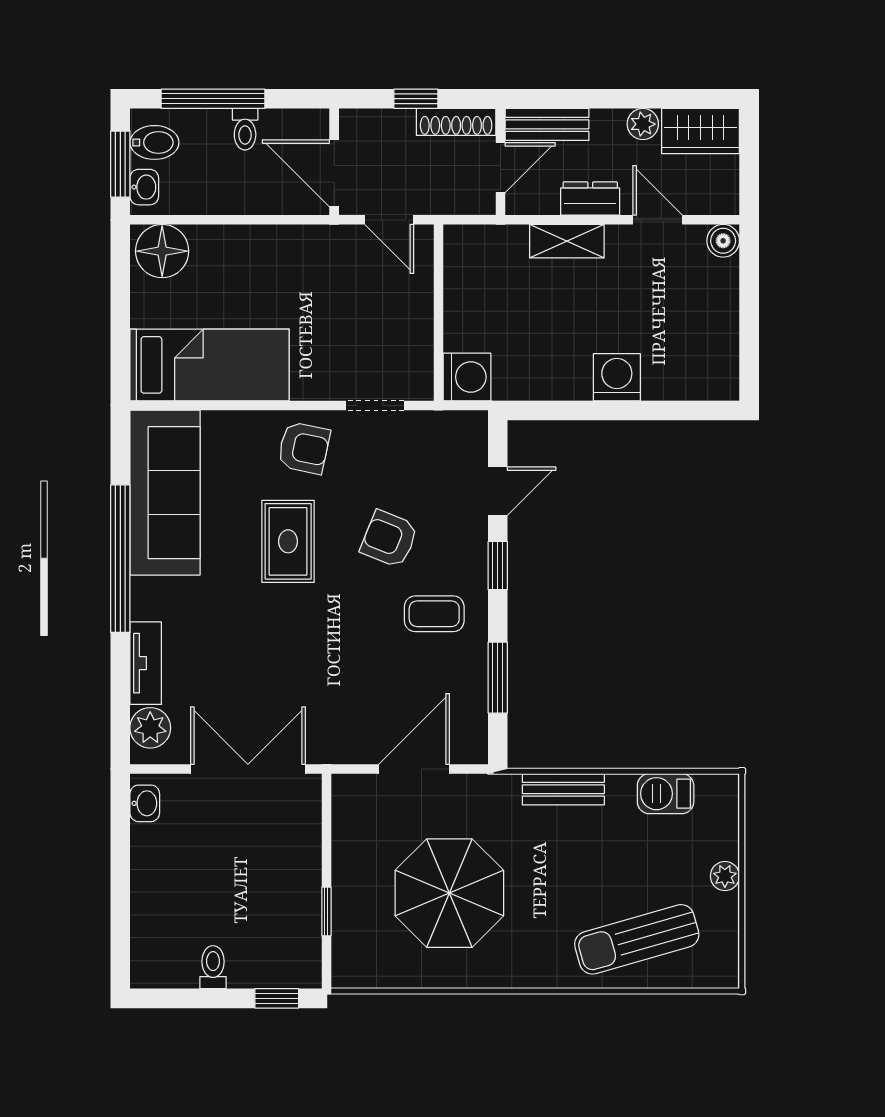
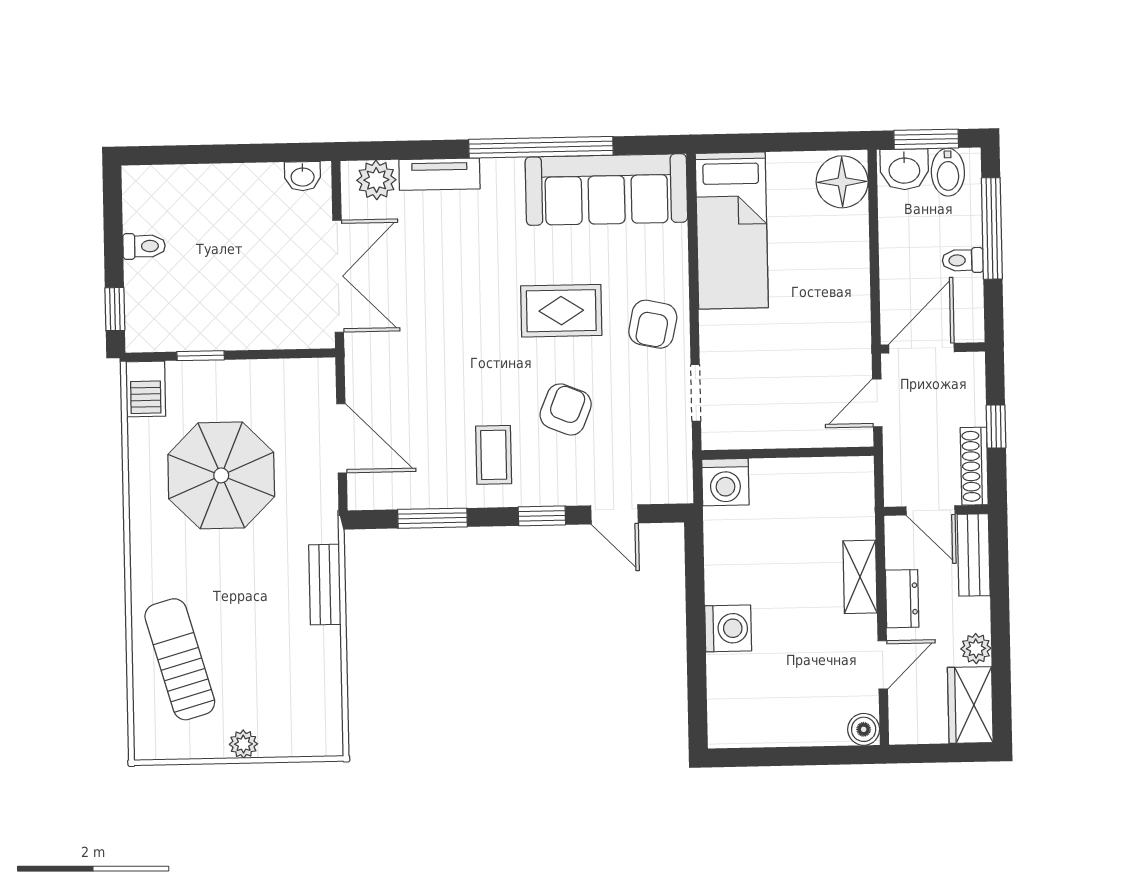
washbasin: (144, 187) -> (904, 169), width x1.38, depth x1.45
barbecue: (666, 794) -> (146, 389), moved, turned 180

